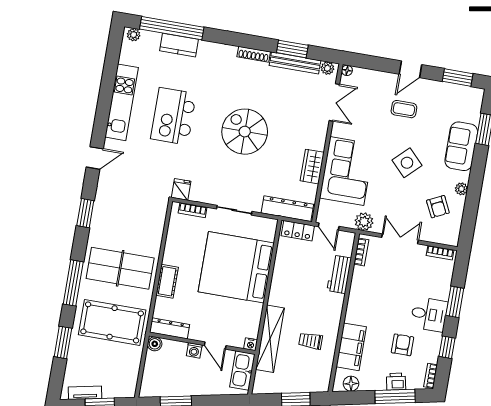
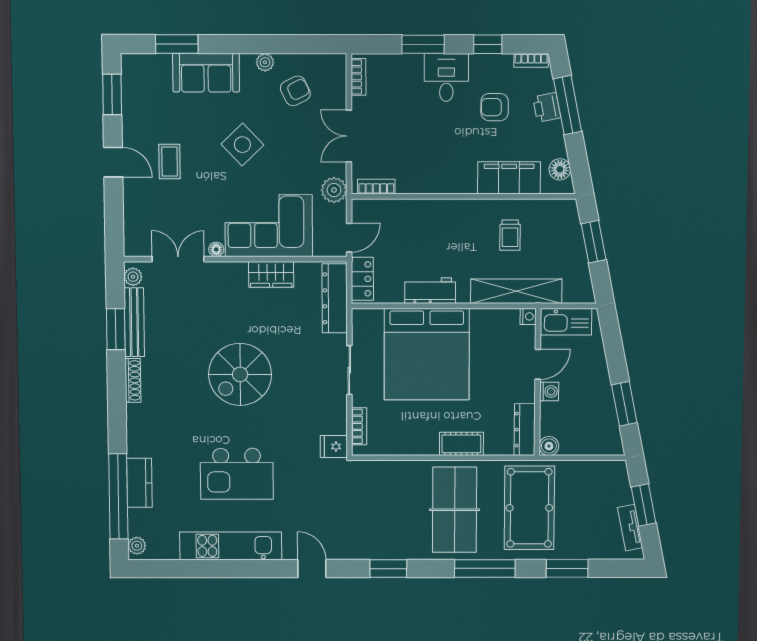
floor lamp: (347, 70) -> (216, 249), moved
workbench: (339, 274) -> (430, 291), moved, turned 180

